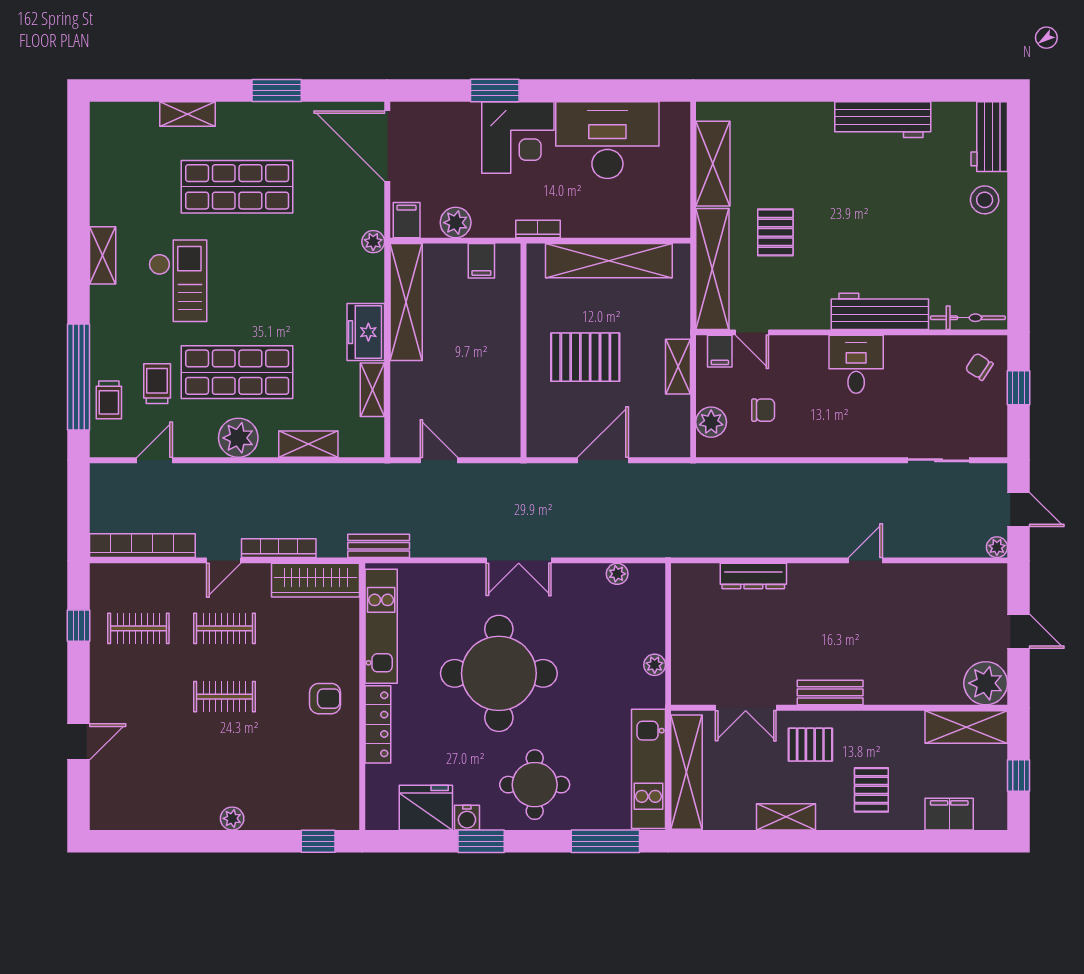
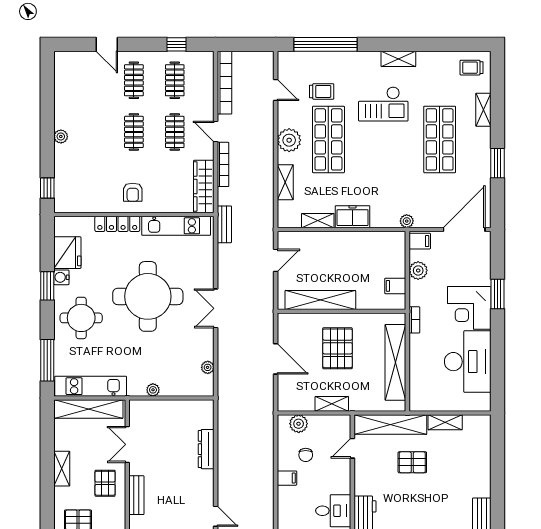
shelving: (713, 164) -> (445, 422), width x0.67, depth x0.75
shelving: (406, 302) -> (320, 300), moved
filing cabinet: (720, 351) -> (287, 478), moved, turned 180
trolley: (109, 400) -> (472, 68), moved
clothes rail: (138, 697) -> (134, 80), added

